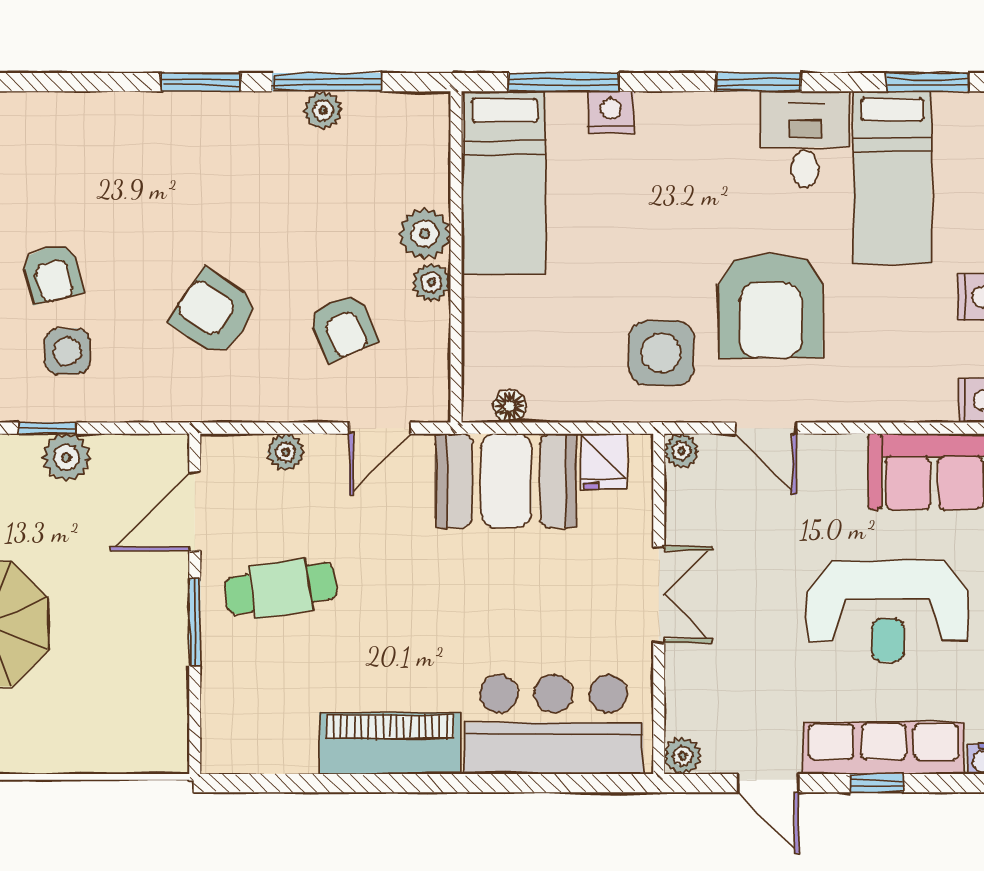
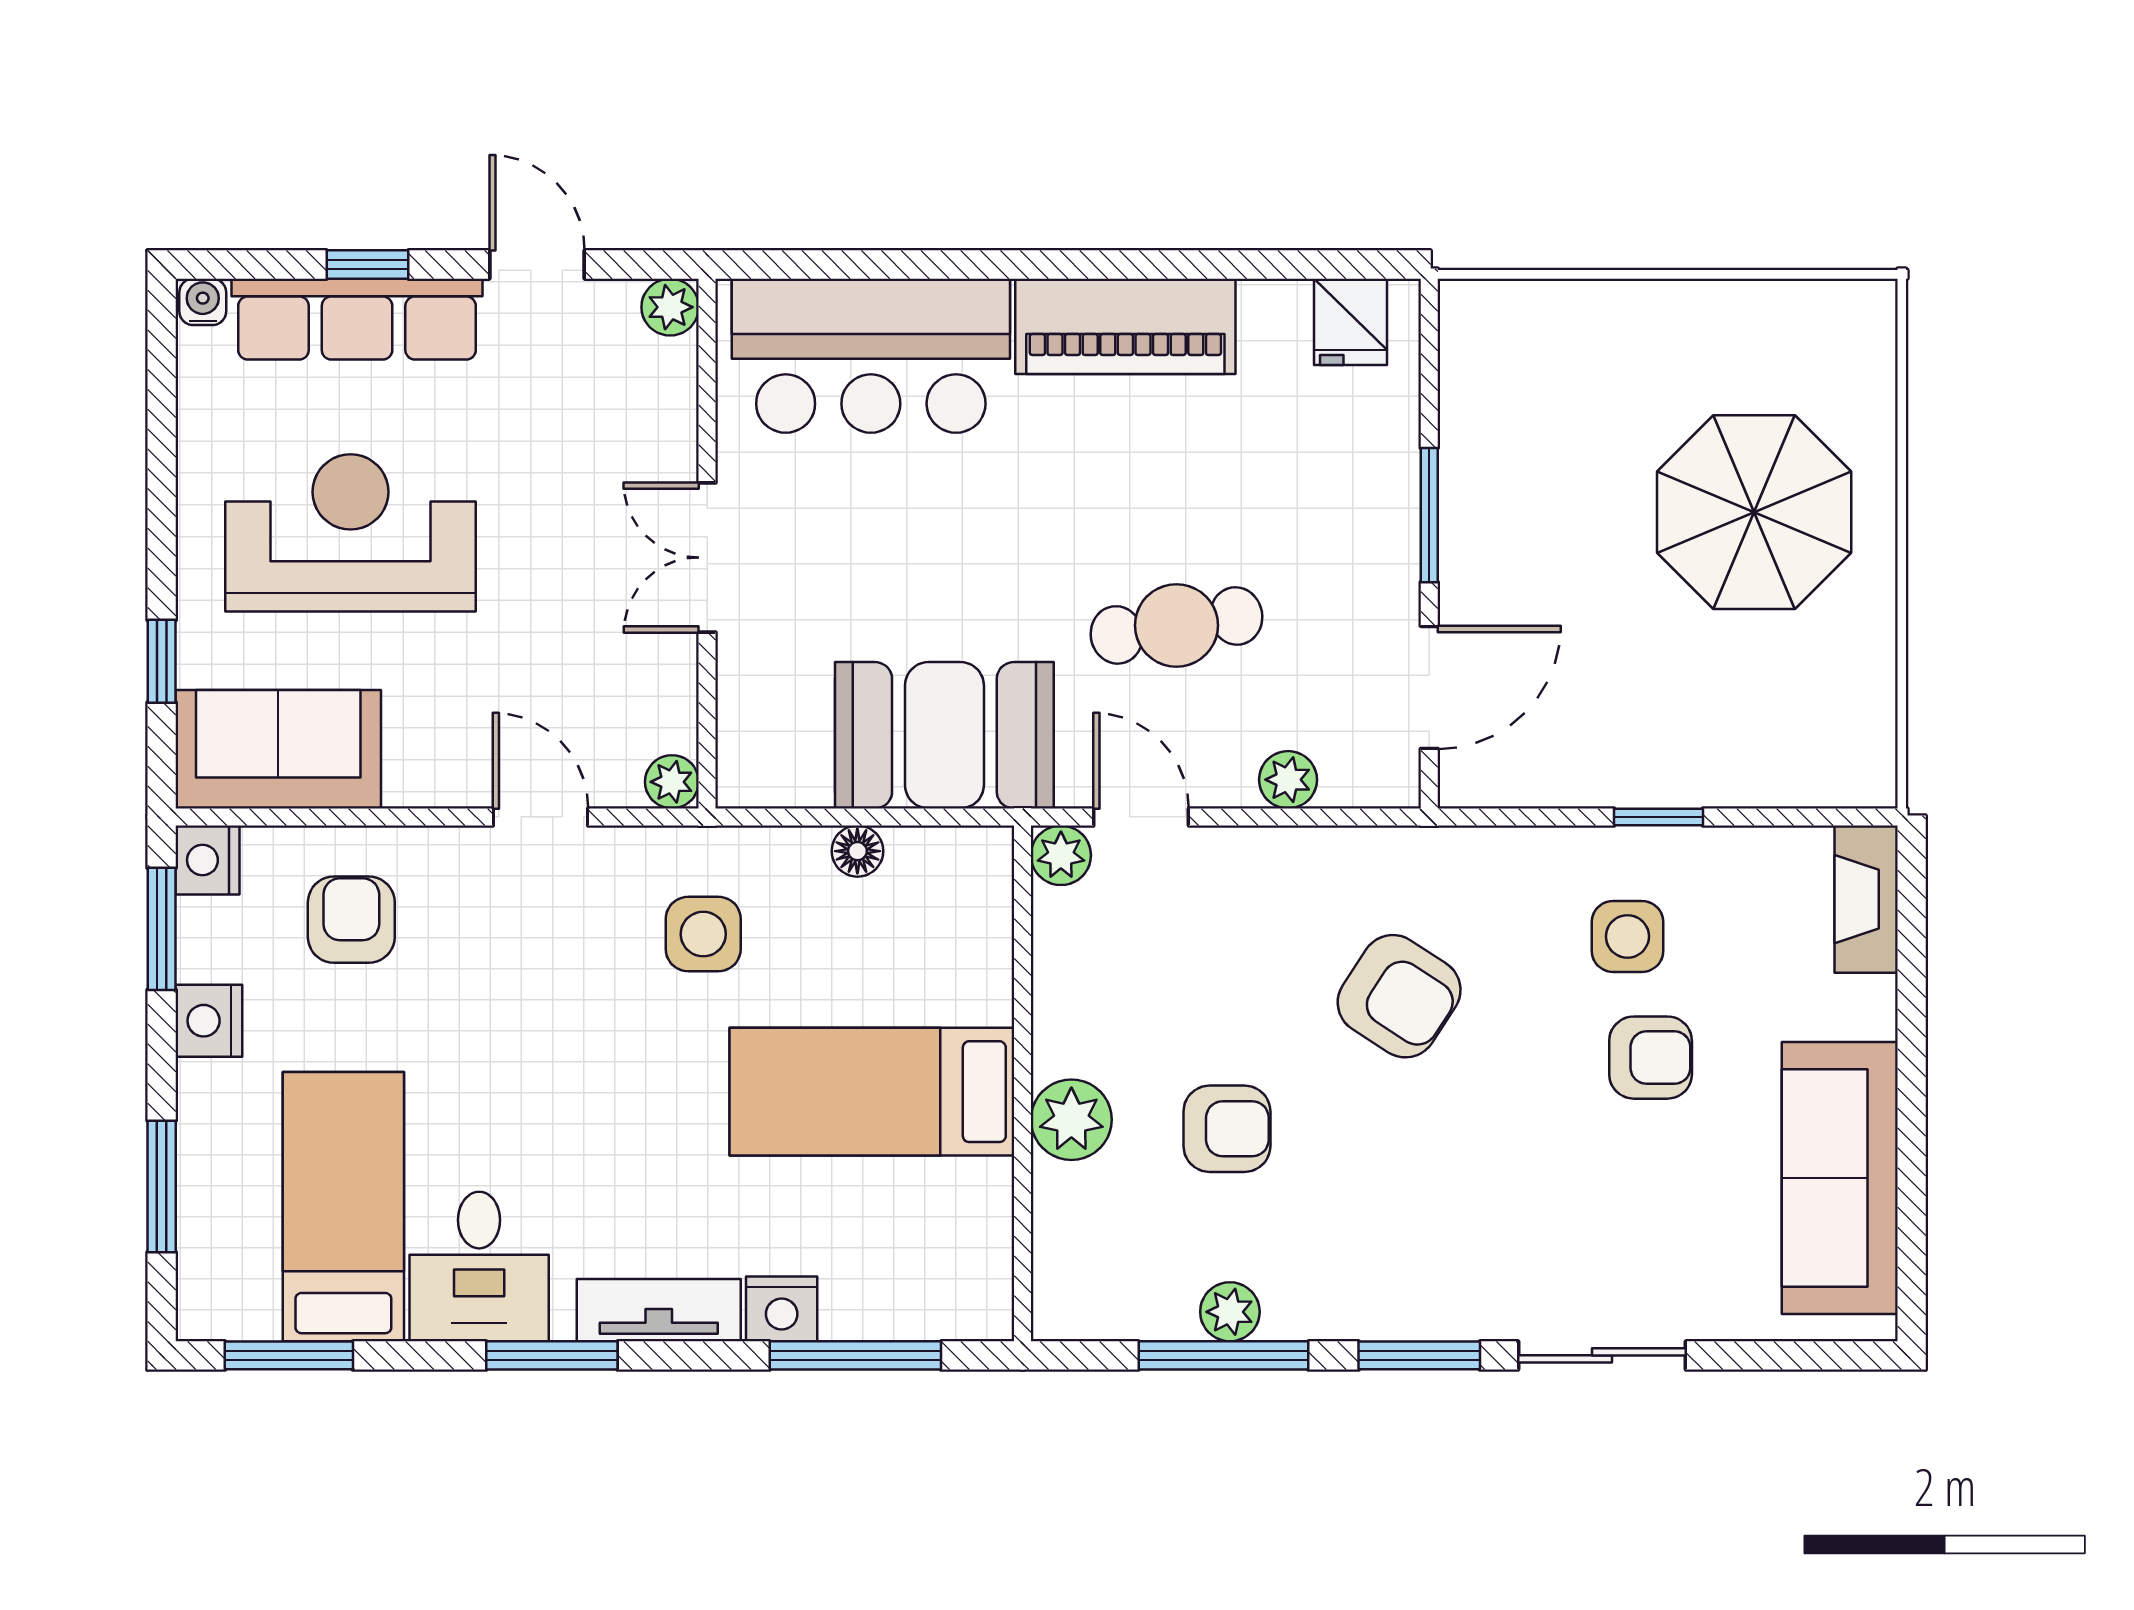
sliding door: (84, 82) -> (1602, 1355), added
tv unit: (690, 111) -> (659, 1310), added
bed: (505, 183) -> (872, 1092), moved, turned -90
armchair: (53, 274) -> (1651, 1058), turned 104
plant: (431, 282) -> (1061, 855), moved
armchair: (770, 306) -> (351, 920), moved, width x0.53, depth x0.53
armchair: (343, 327) -> (1227, 1129), moved, turned 114
side table: (661, 353) -> (703, 934), width x0.73, depth x0.73
floor lamp: (510, 406) -> (857, 851), moved
door: (380, 428) -> (1141, 817), hinge flipped
plant: (66, 457) -> (1629, 772), removed
fridge: (603, 461) -> (1351, 322), moved, turned 180
cafe table: (281, 588) -> (1176, 625), moved

